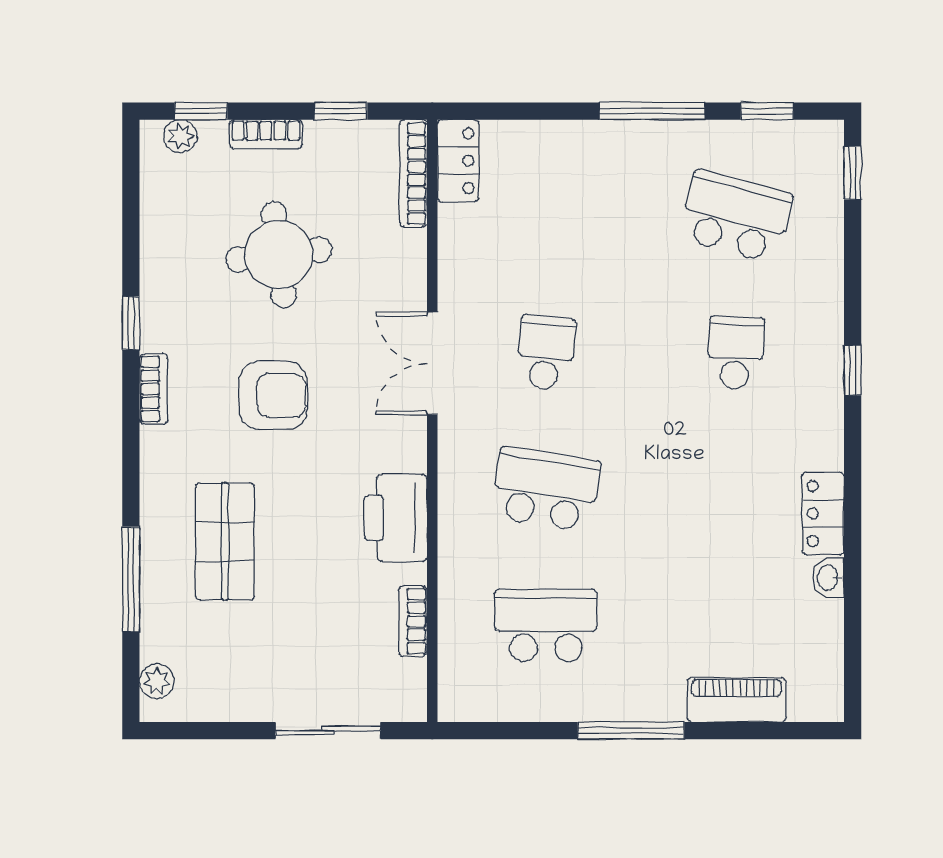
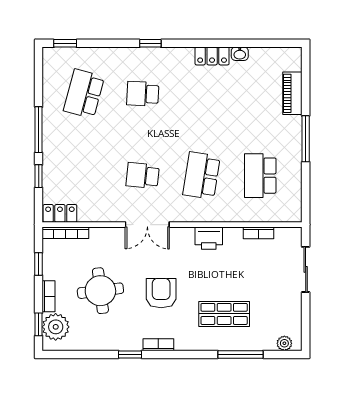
window: (767, 111) -> (39, 176), moved
plant: (180, 136) -> (56, 327), width x1.87, depth x1.87
printer: (396, 518) -> (209, 238), width x0.73, depth x0.84

